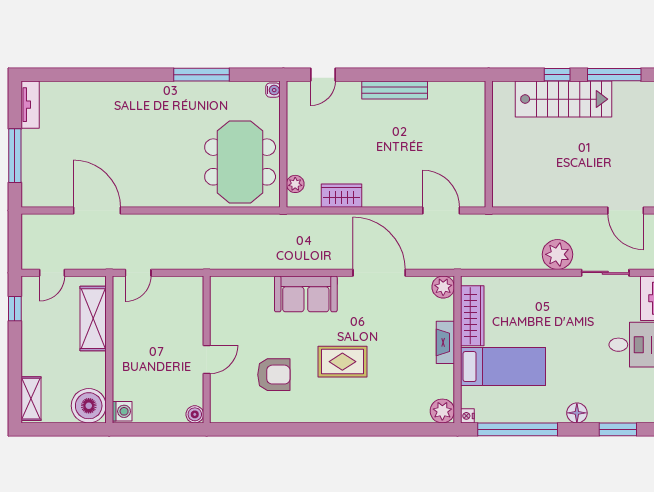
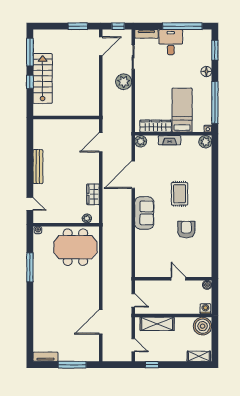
wall: (207, 349) -> (173, 279), moved
door: (207, 359) -> (178, 279), moved
boiler: (195, 414) -> (207, 285), moved

